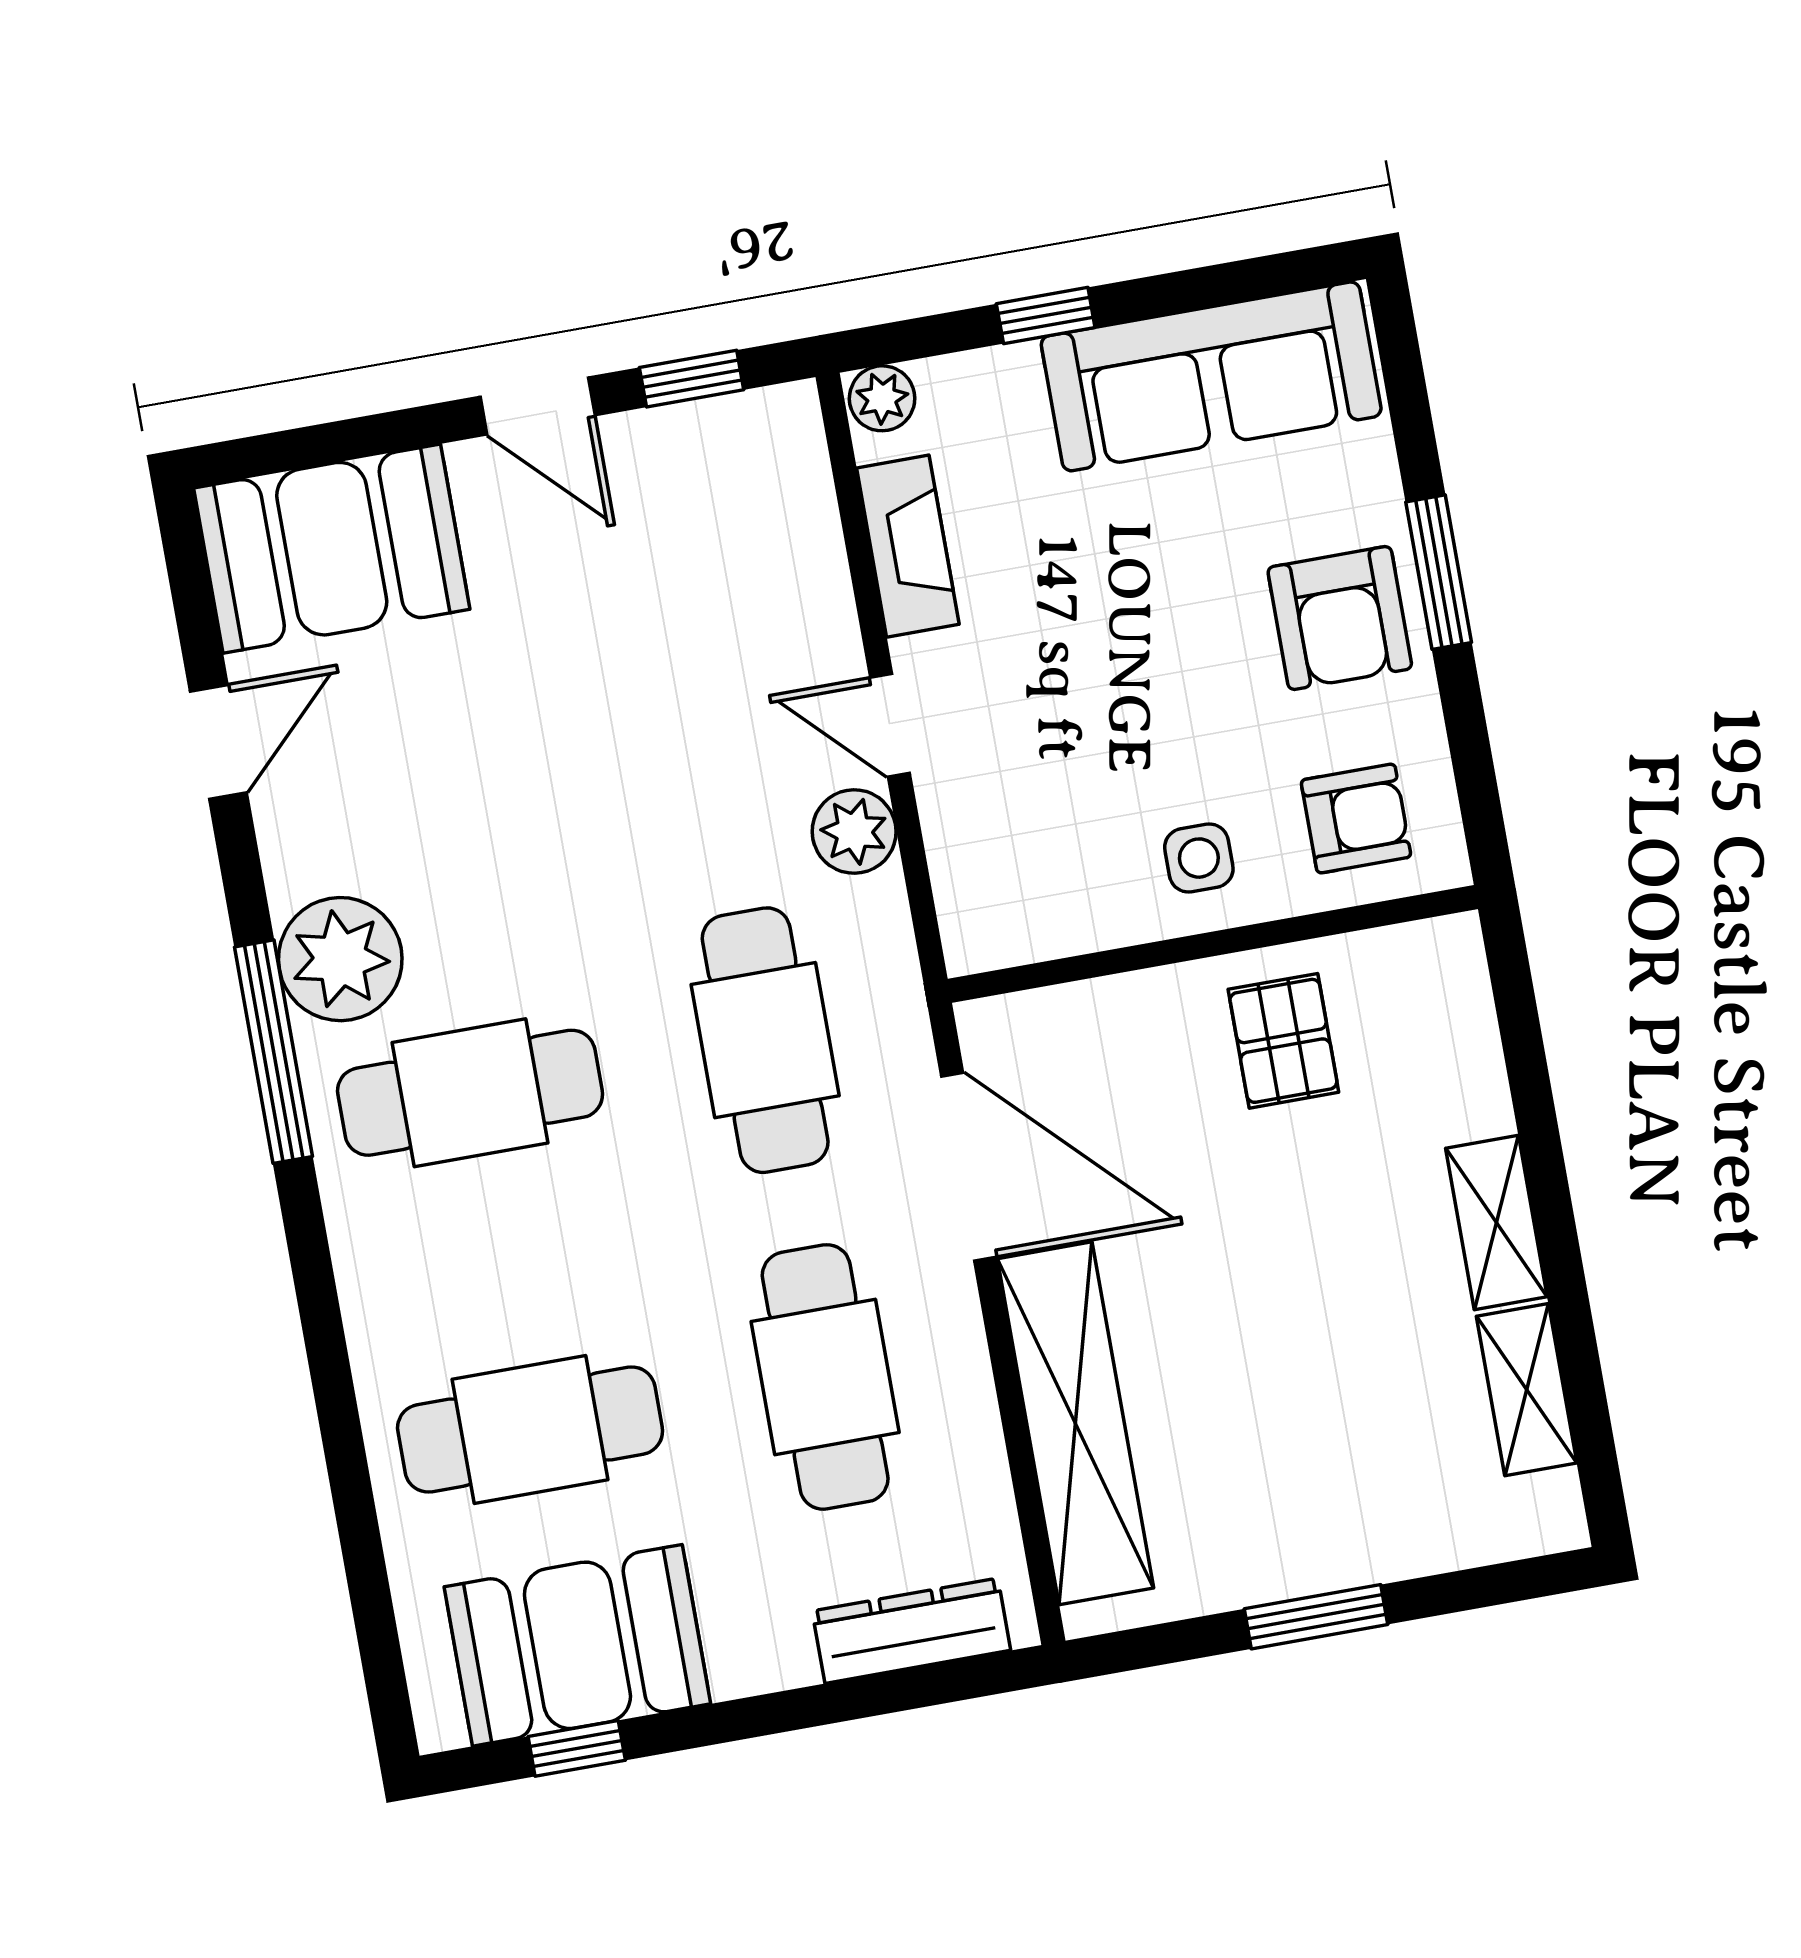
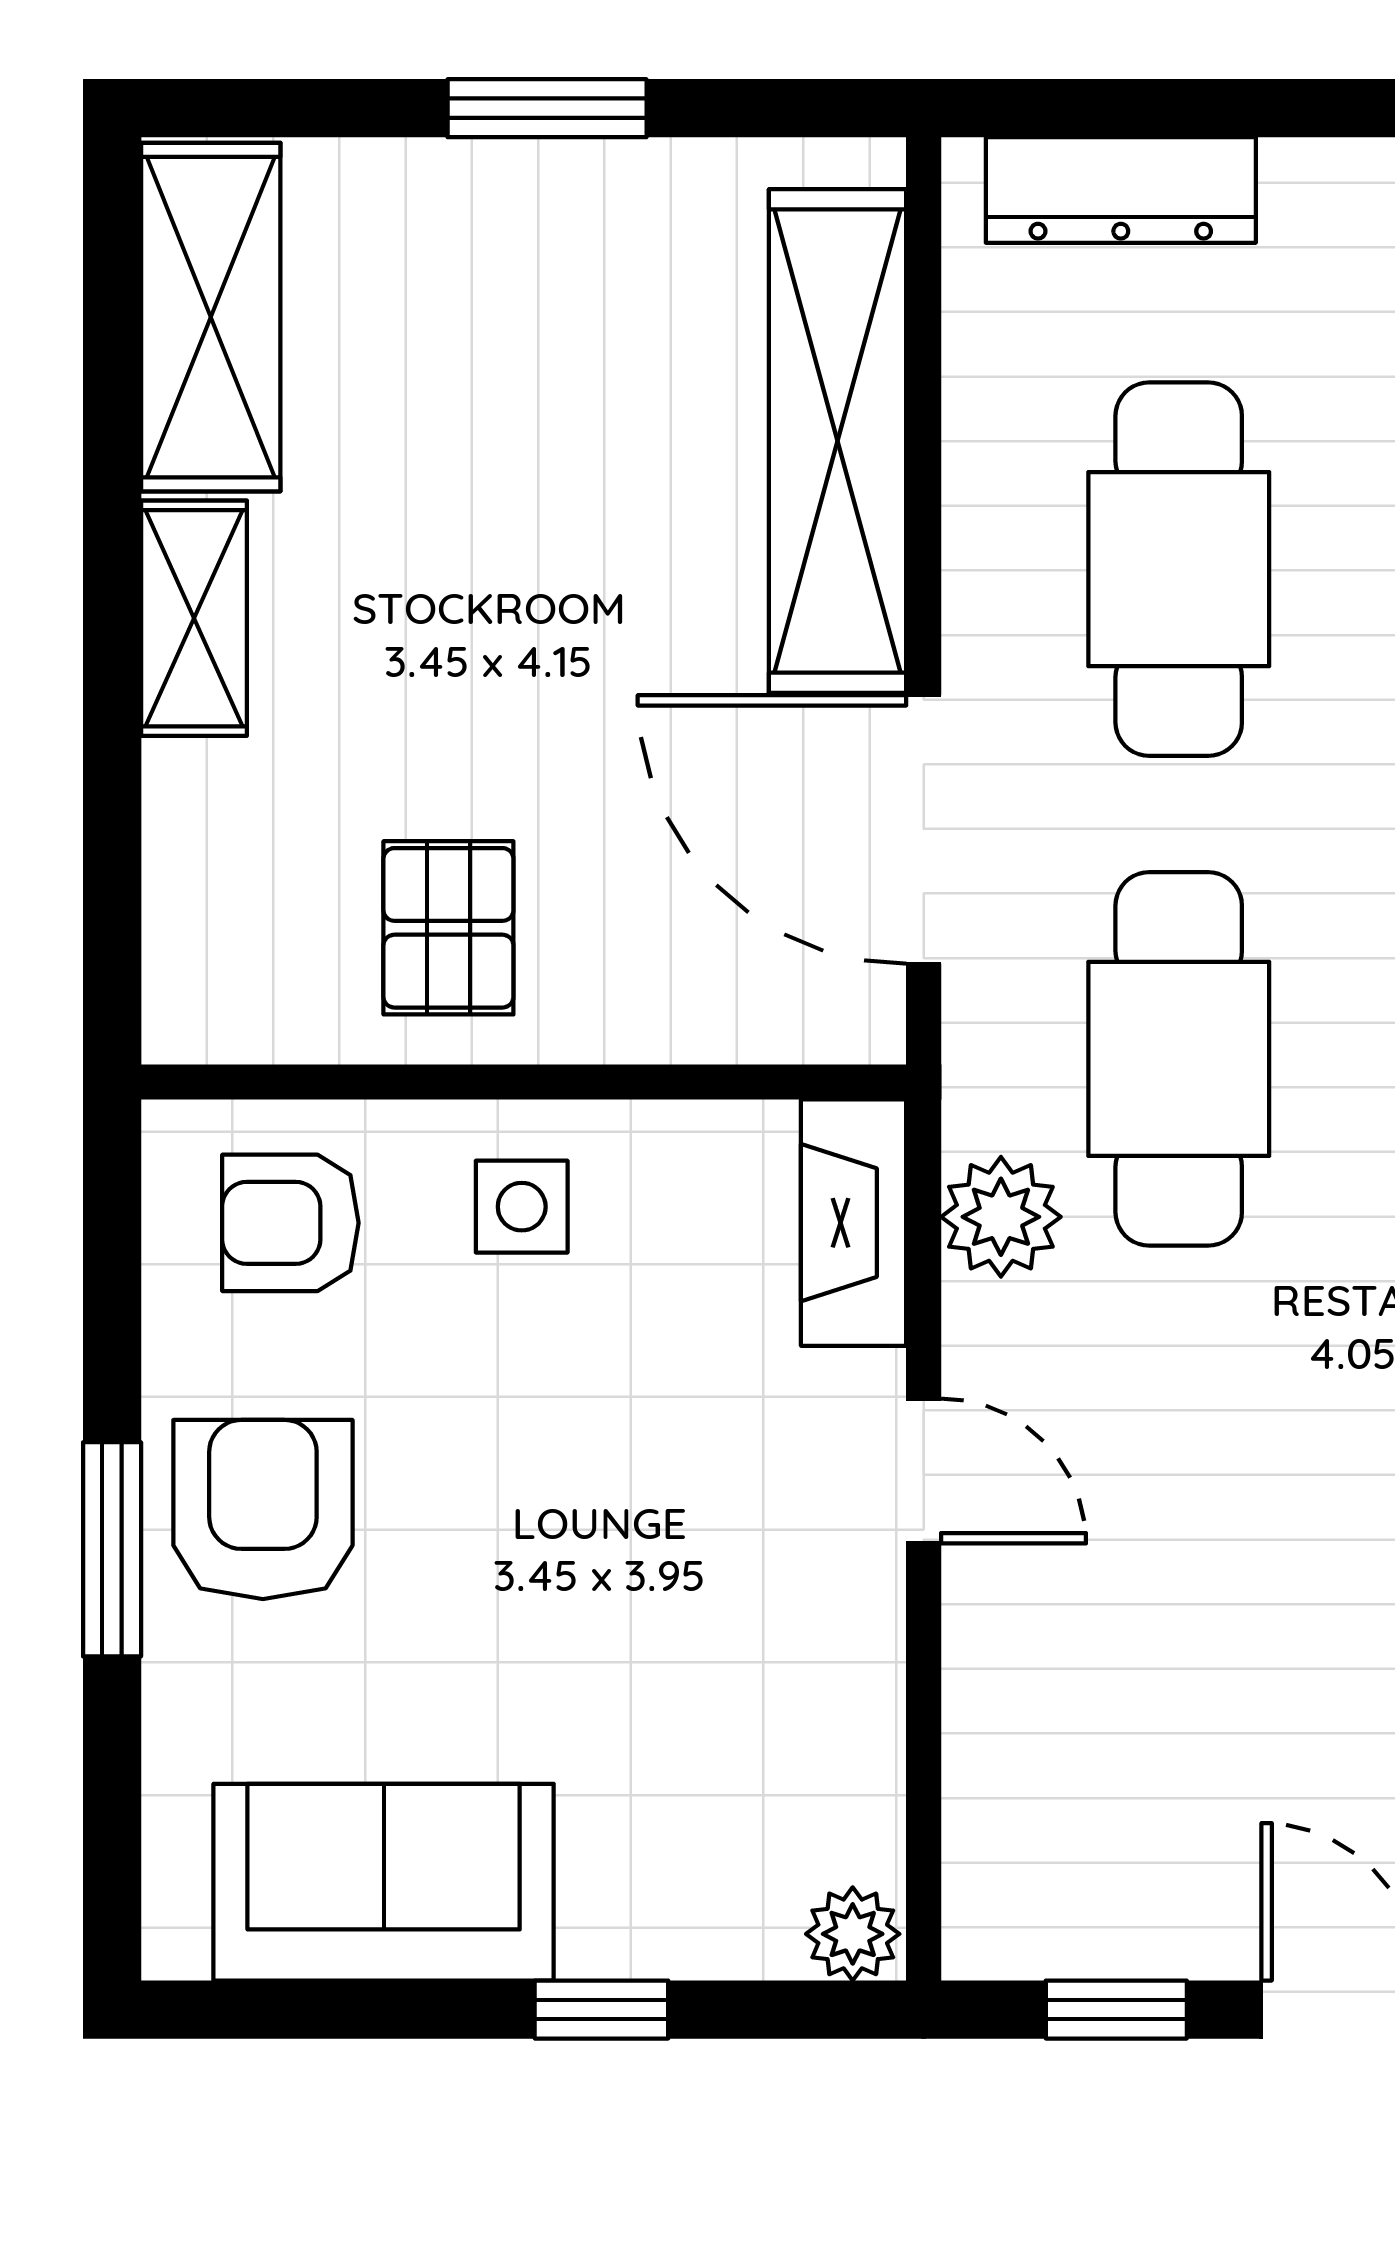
sofa: (1211, 376) -> (384, 1882), width x0.73
fireplace: (908, 546) -> (854, 1223), moved
plant: (854, 832) -> (1001, 1217), moved
shelving: (1527, 1390) -> (211, 317), width x1.50, depth x1.33

